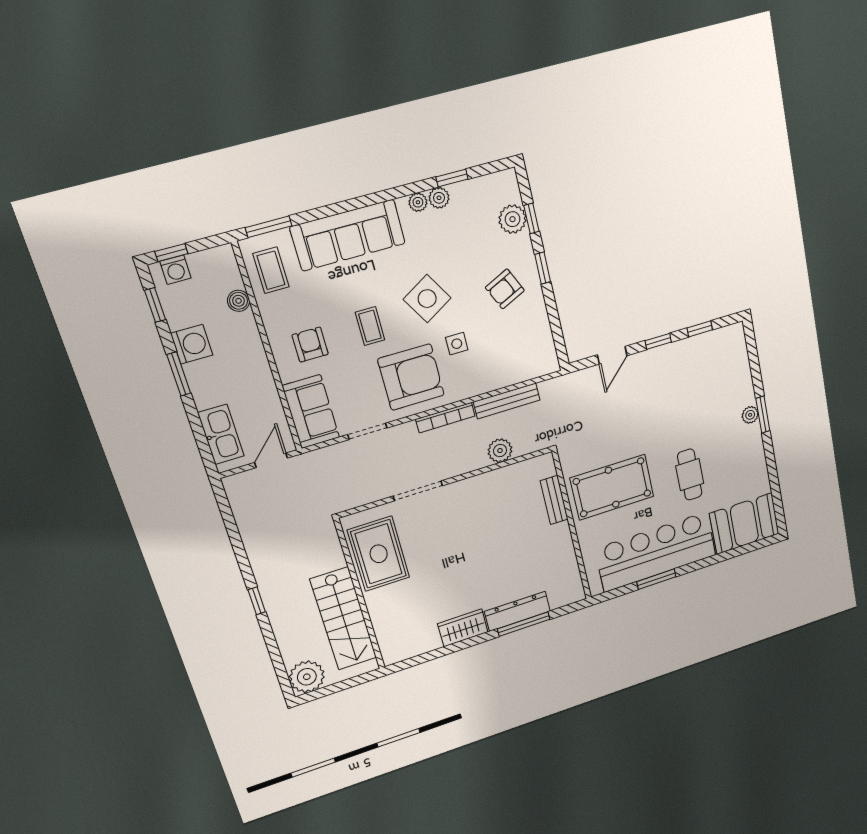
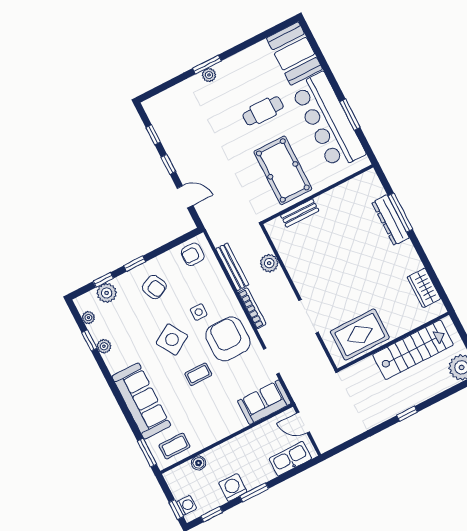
plant: (418, 202) -> (88, 318), moved
armchair: (310, 345) -> (193, 254), moved
wardrobe: (463, 628) -> (424, 288), moved

